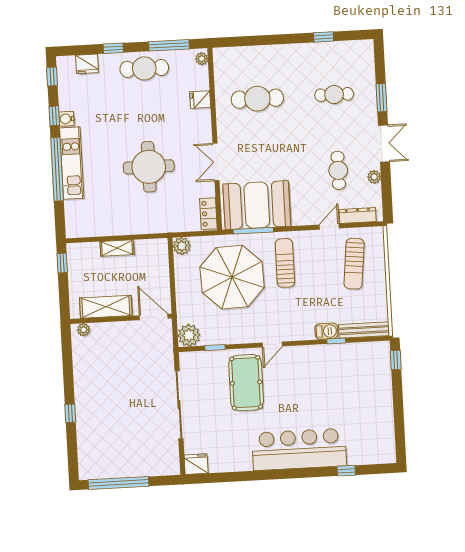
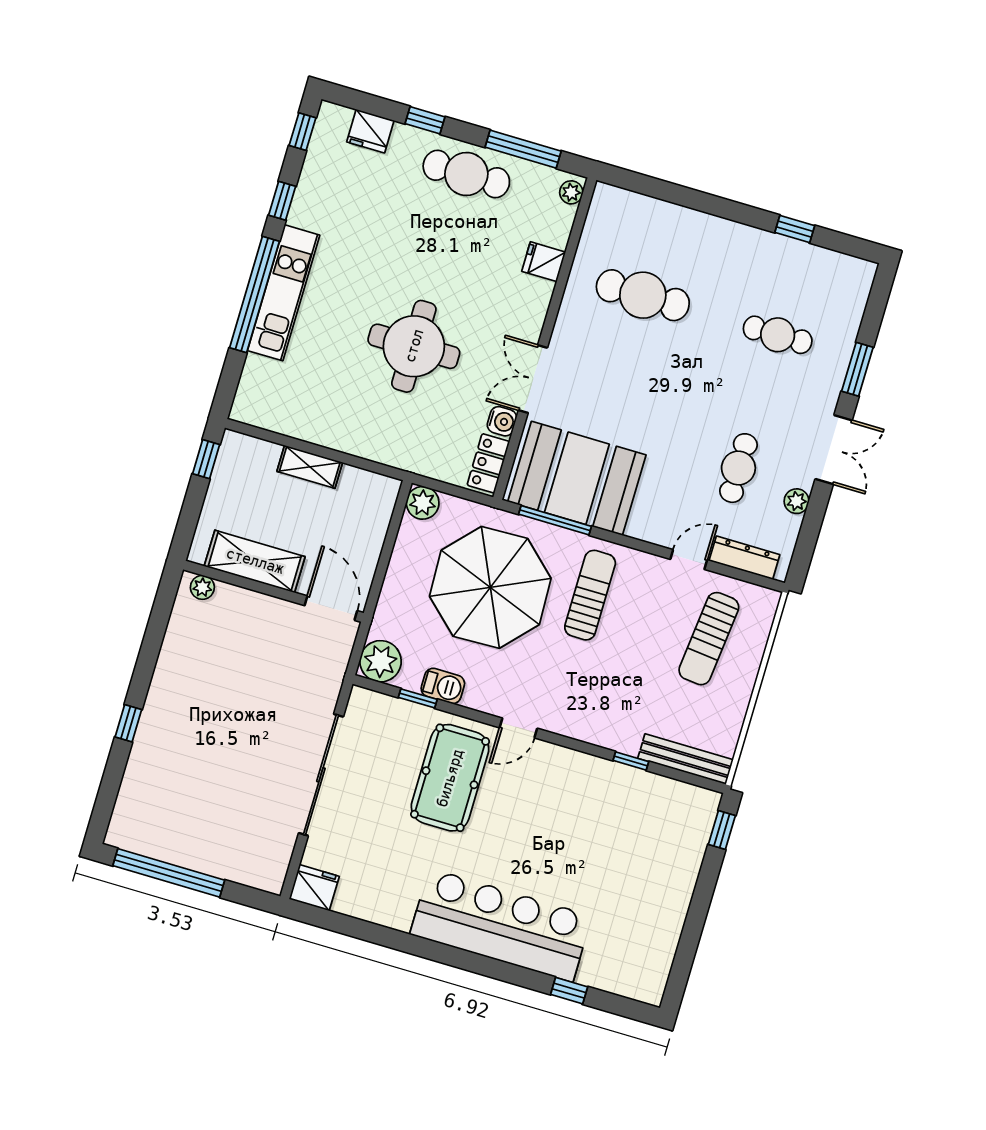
water cooler: (67, 119) -> (502, 421), moved, turned 180
barbecue: (326, 331) -> (443, 686), moved

